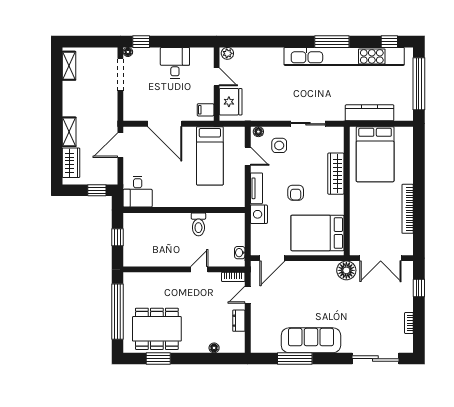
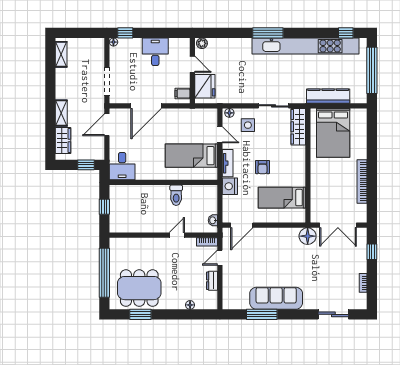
window: (332, 42) -> (268, 33), moved
doorway: (120, 75) -> (107, 82), moved
door: (165, 124) -> (146, 106), hinge flipped
bed: (210, 156) -> (191, 156), moved, turned 90
wardrobe: (336, 174) -> (298, 127), moved
bed: (317, 233) -> (282, 198), width x0.67
sliding door: (375, 359) -> (333, 314), width x0.73

